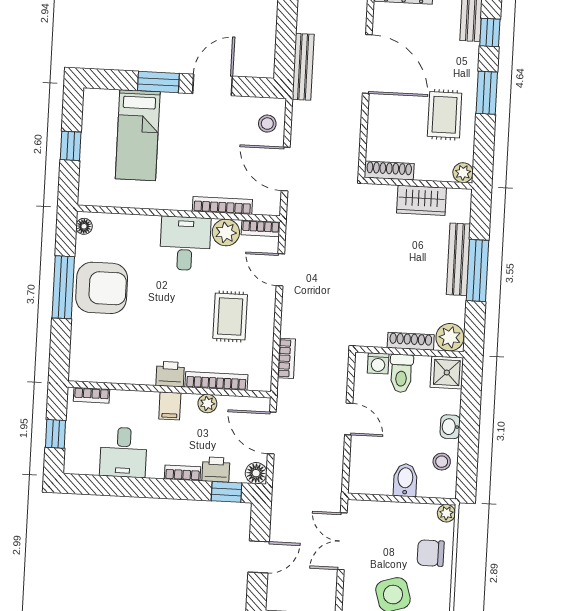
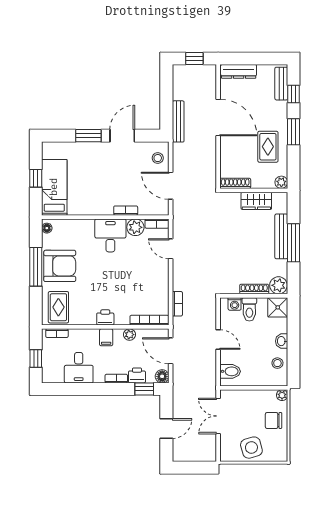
bed: (138, 135) -> (54, 187), moved, turned 180
bookcase: (222, 205) -> (126, 211), width x0.64
rug: (230, 317) -> (58, 307), moved
bookcase: (216, 381) -> (149, 320), moved
bidet: (405, 480) -> (230, 371), moved, turned 90

